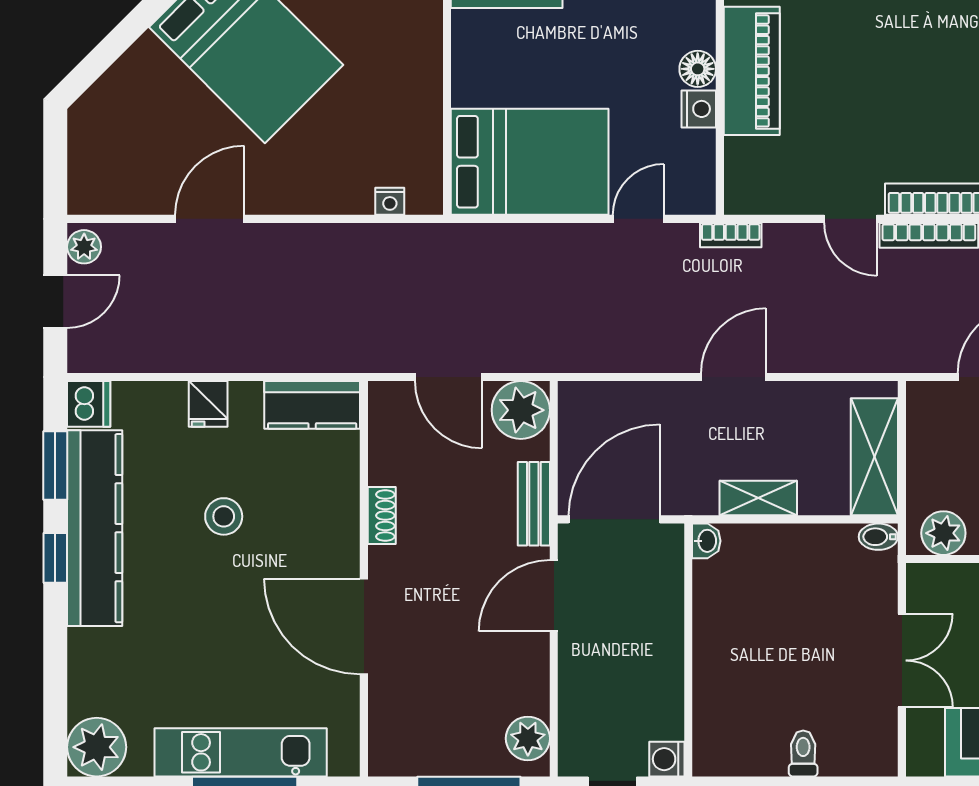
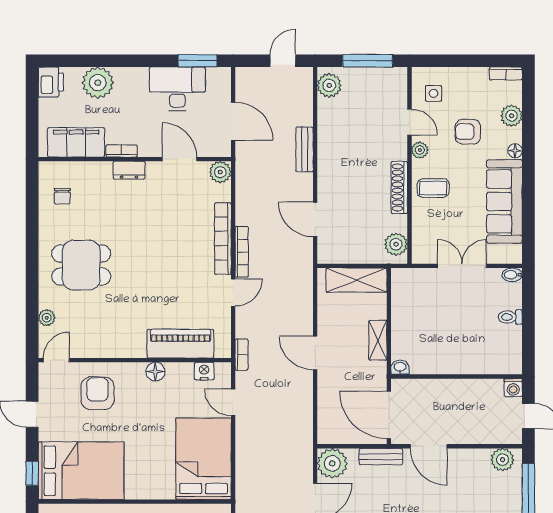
piano: (752, 71) -> (181, 344), moved
nightstand: (699, 109) -> (204, 371), moved
bidet: (878, 537) -> (512, 275), moved, turned 90

